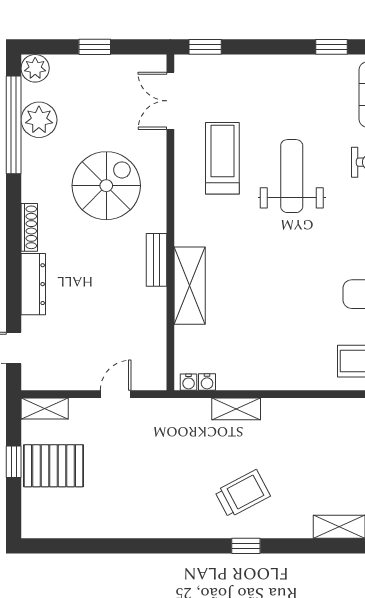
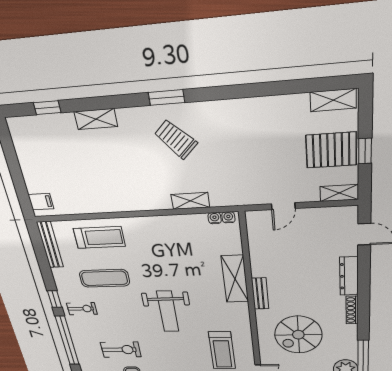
weight bench: (292, 176) -> (168, 311), moved
trolley: (243, 494) -> (176, 139), turned 74
shelving: (50, 527) -> (333, 100), added
window: (246, 546) -> (166, 97), width x1.50

